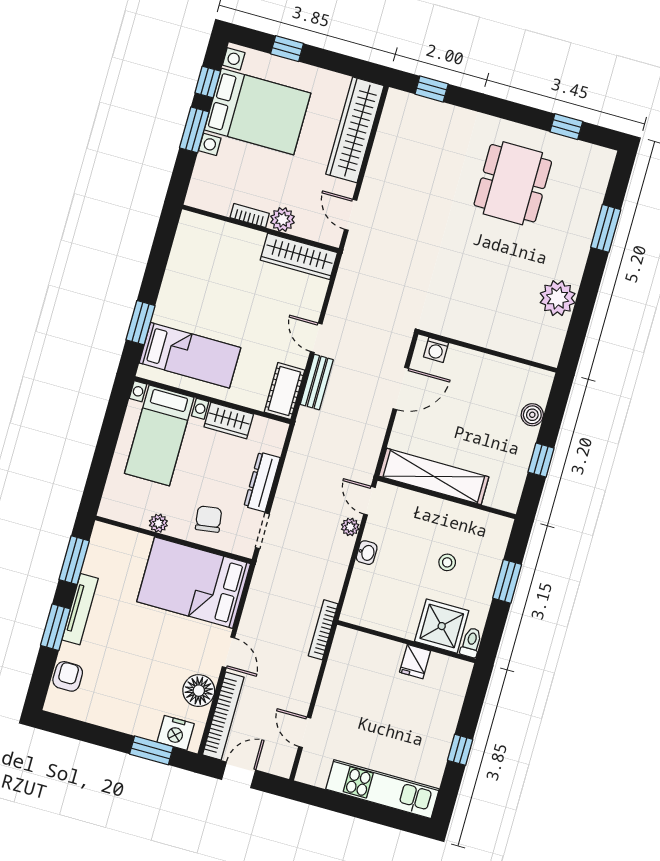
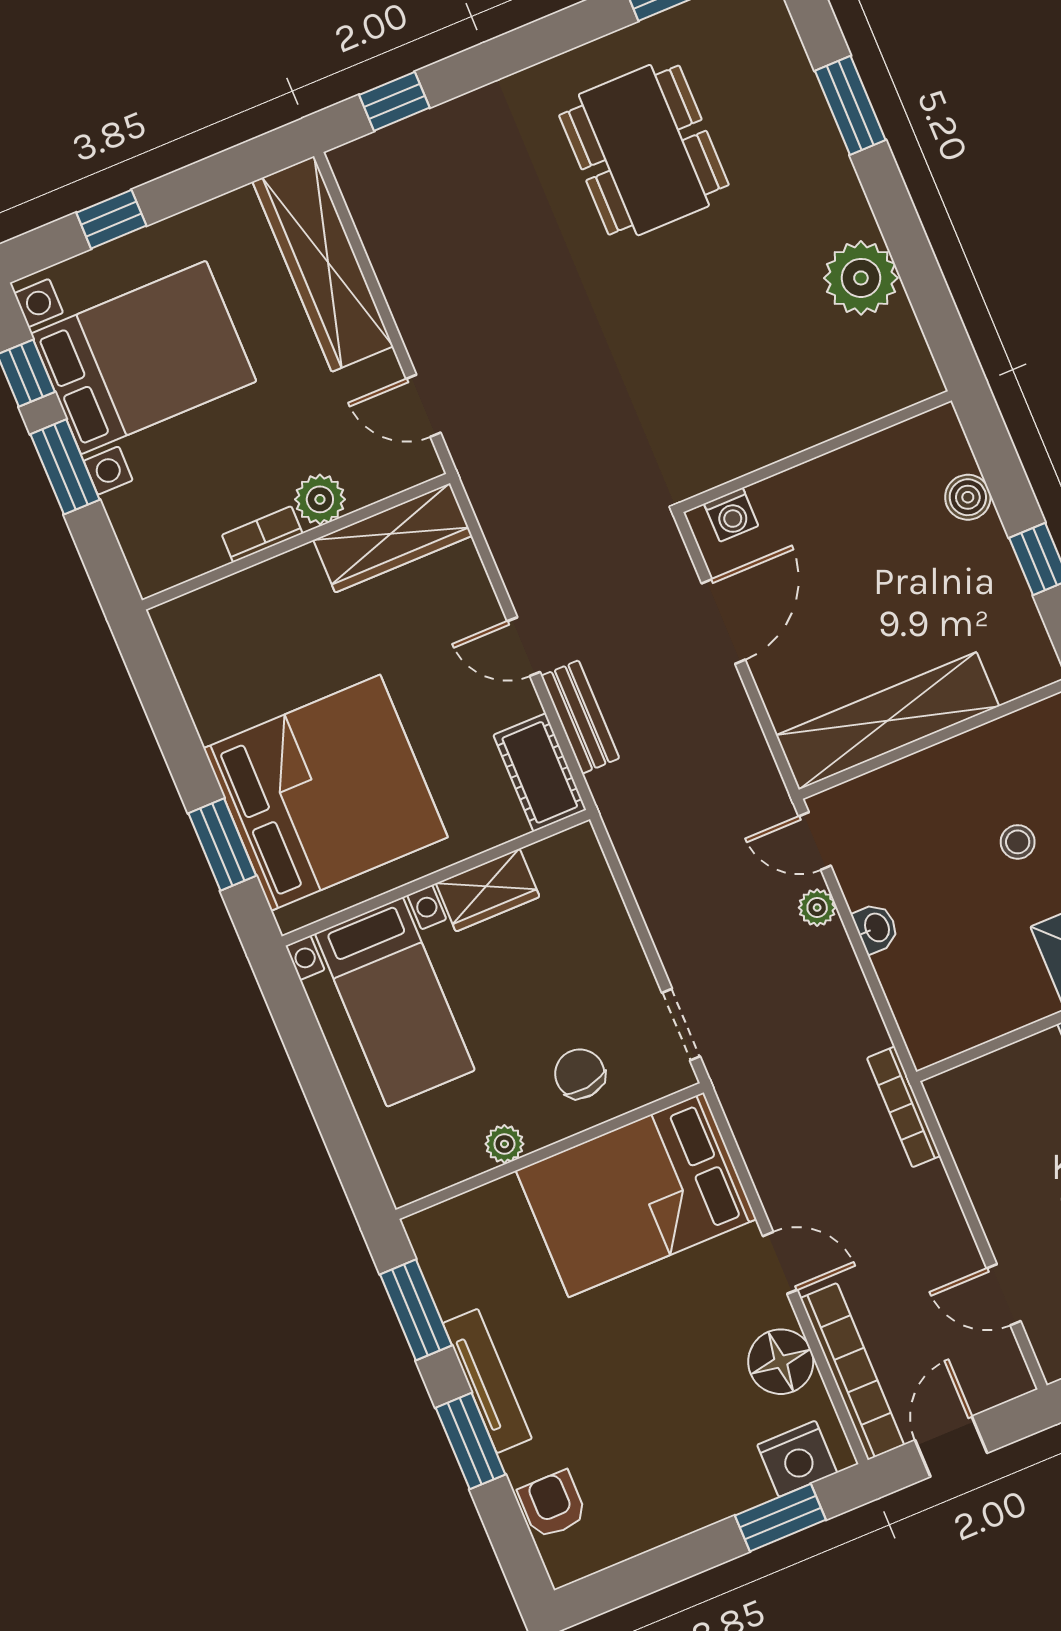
bed: (190, 355) -> (326, 793), width x2.04
dresser: (262, 482) -> (619, 947), removed

